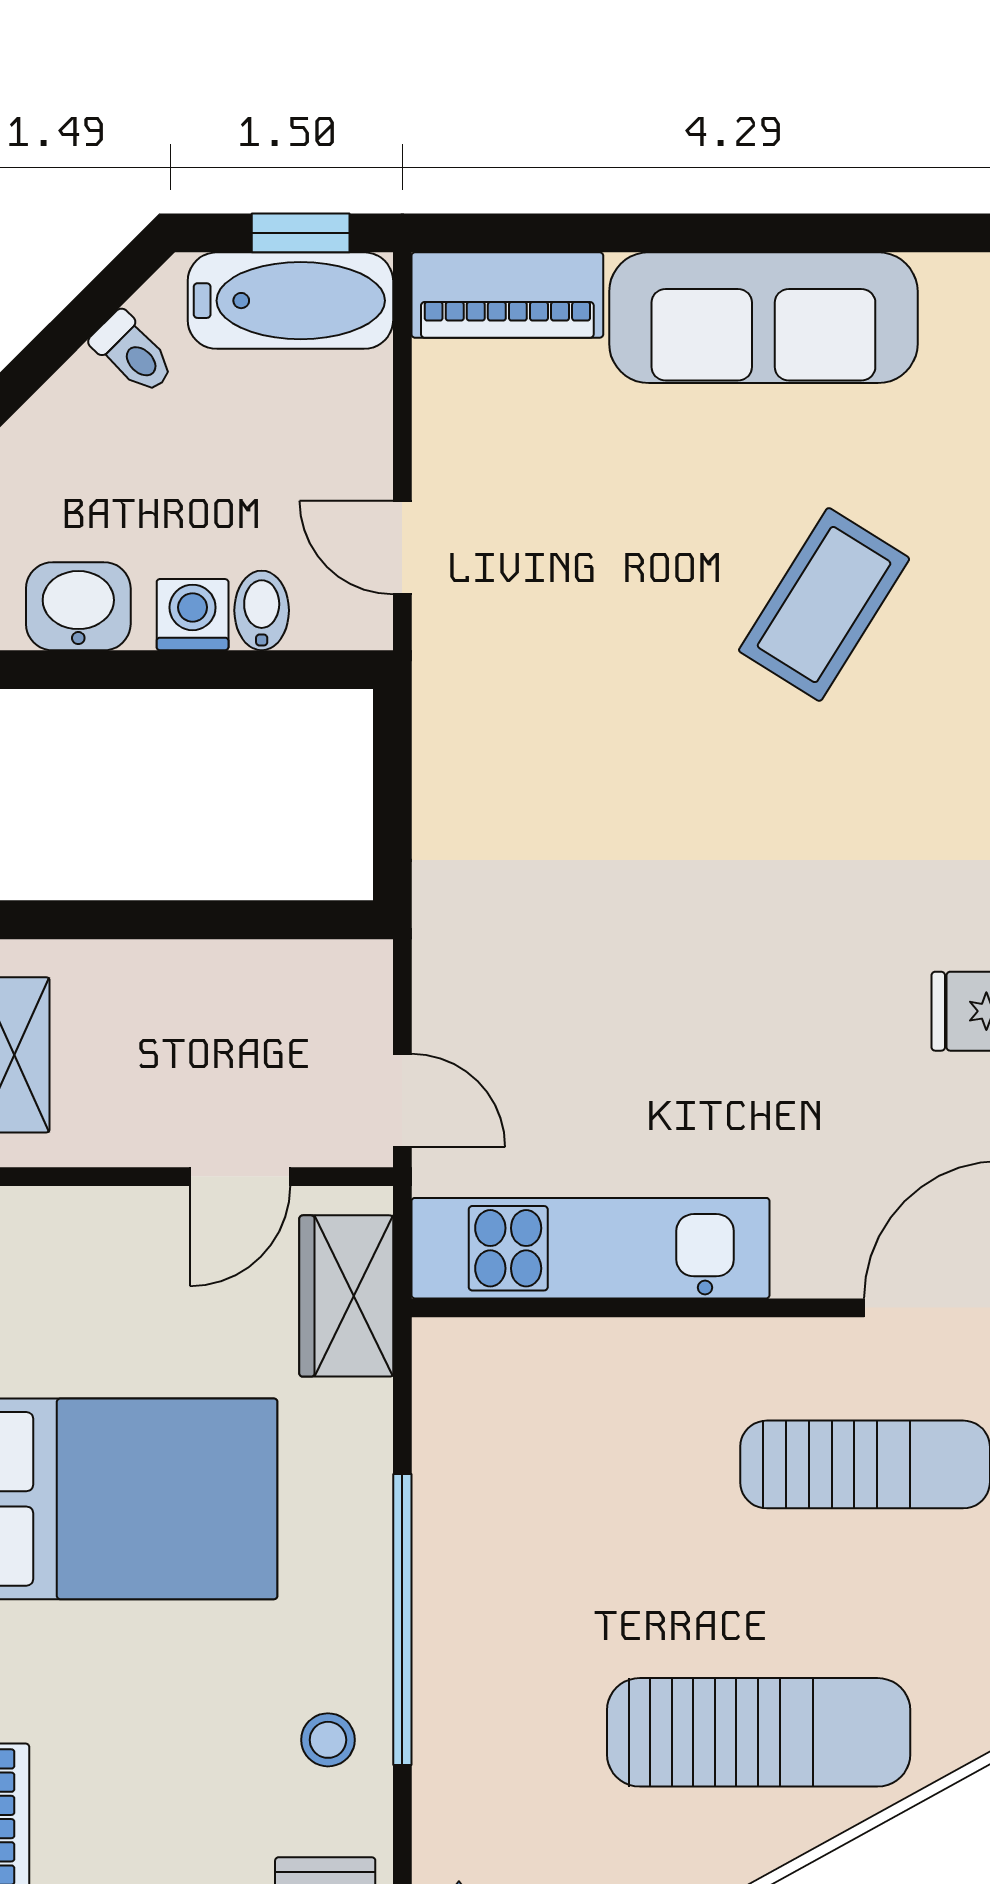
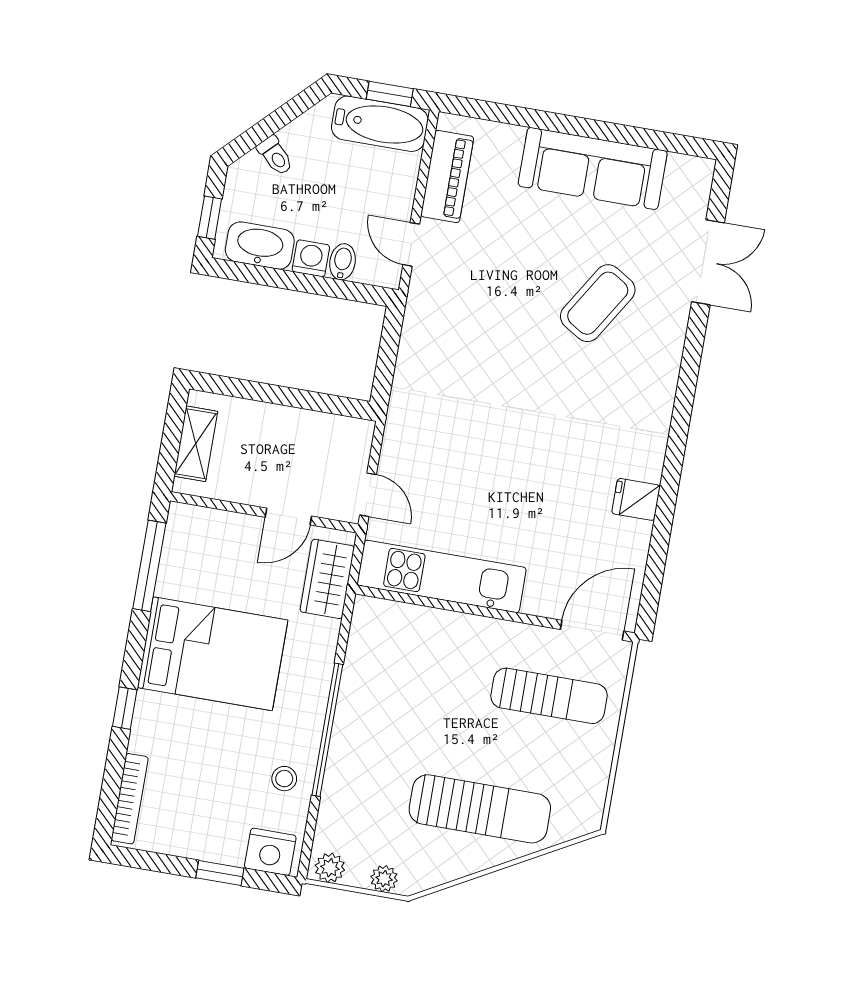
piano: (507, 295) -> (447, 176), moved, turned -90
toilet: (133, 353) -> (275, 156), moved
washbasin: (78, 606) -> (260, 246), width x1.38

